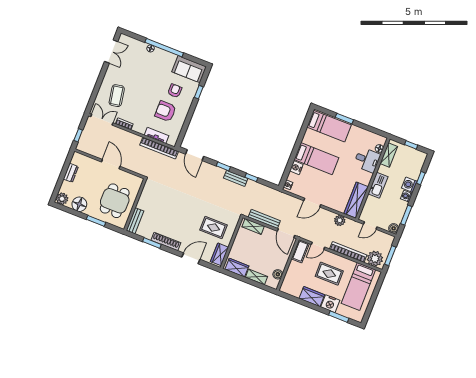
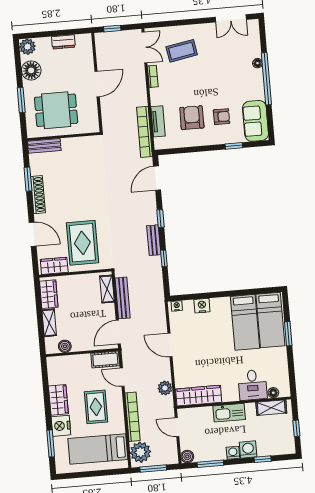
bed: (316, 159) -> (245, 322), moved
rug: (213, 227) -> (82, 243), width x1.36, depth x1.43

